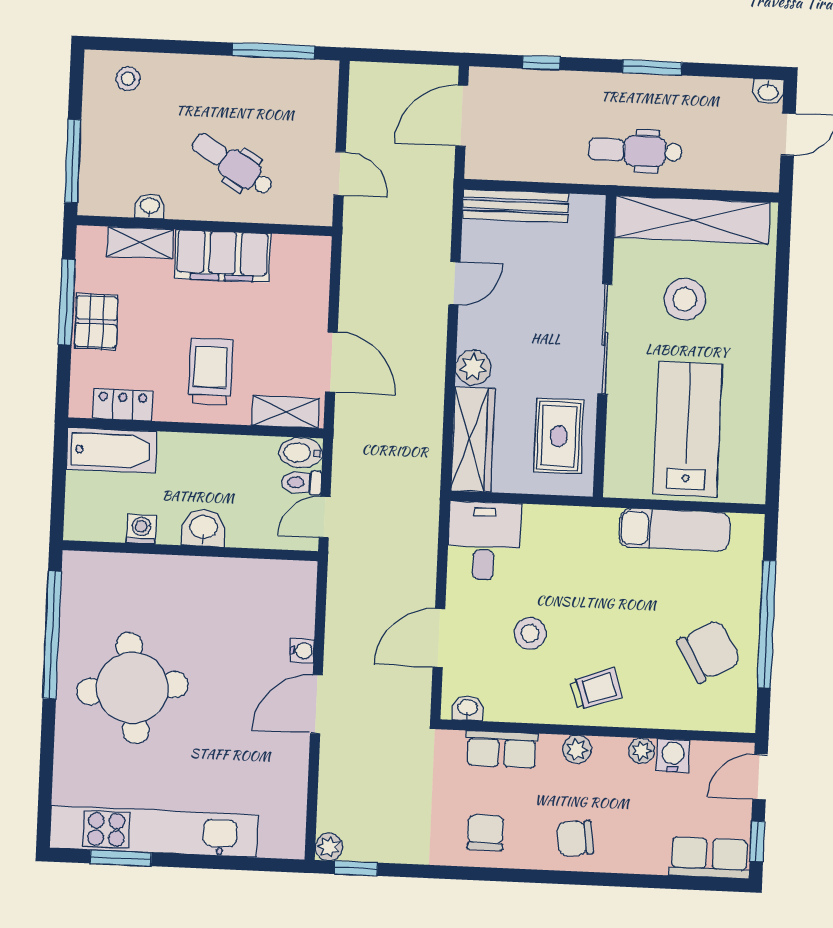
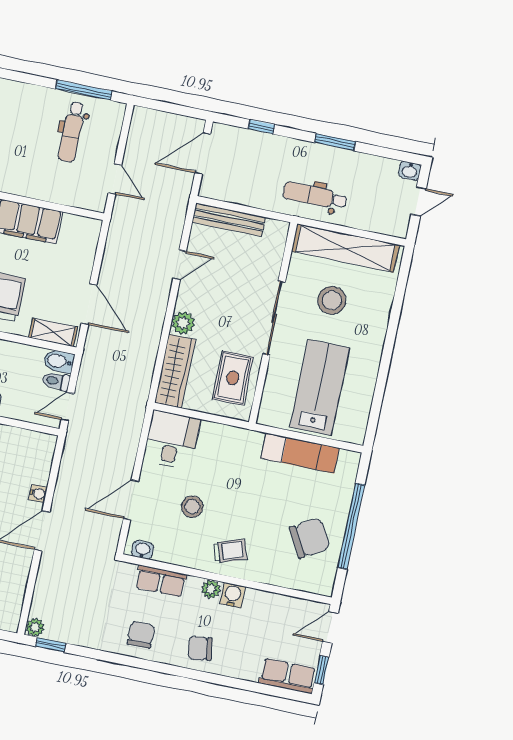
dental chair: (232, 164) -> (72, 132), moved, turned -121
plant: (641, 751) -> (254, 597), removed
water cooler: (673, 756) -> (233, 595), moved

